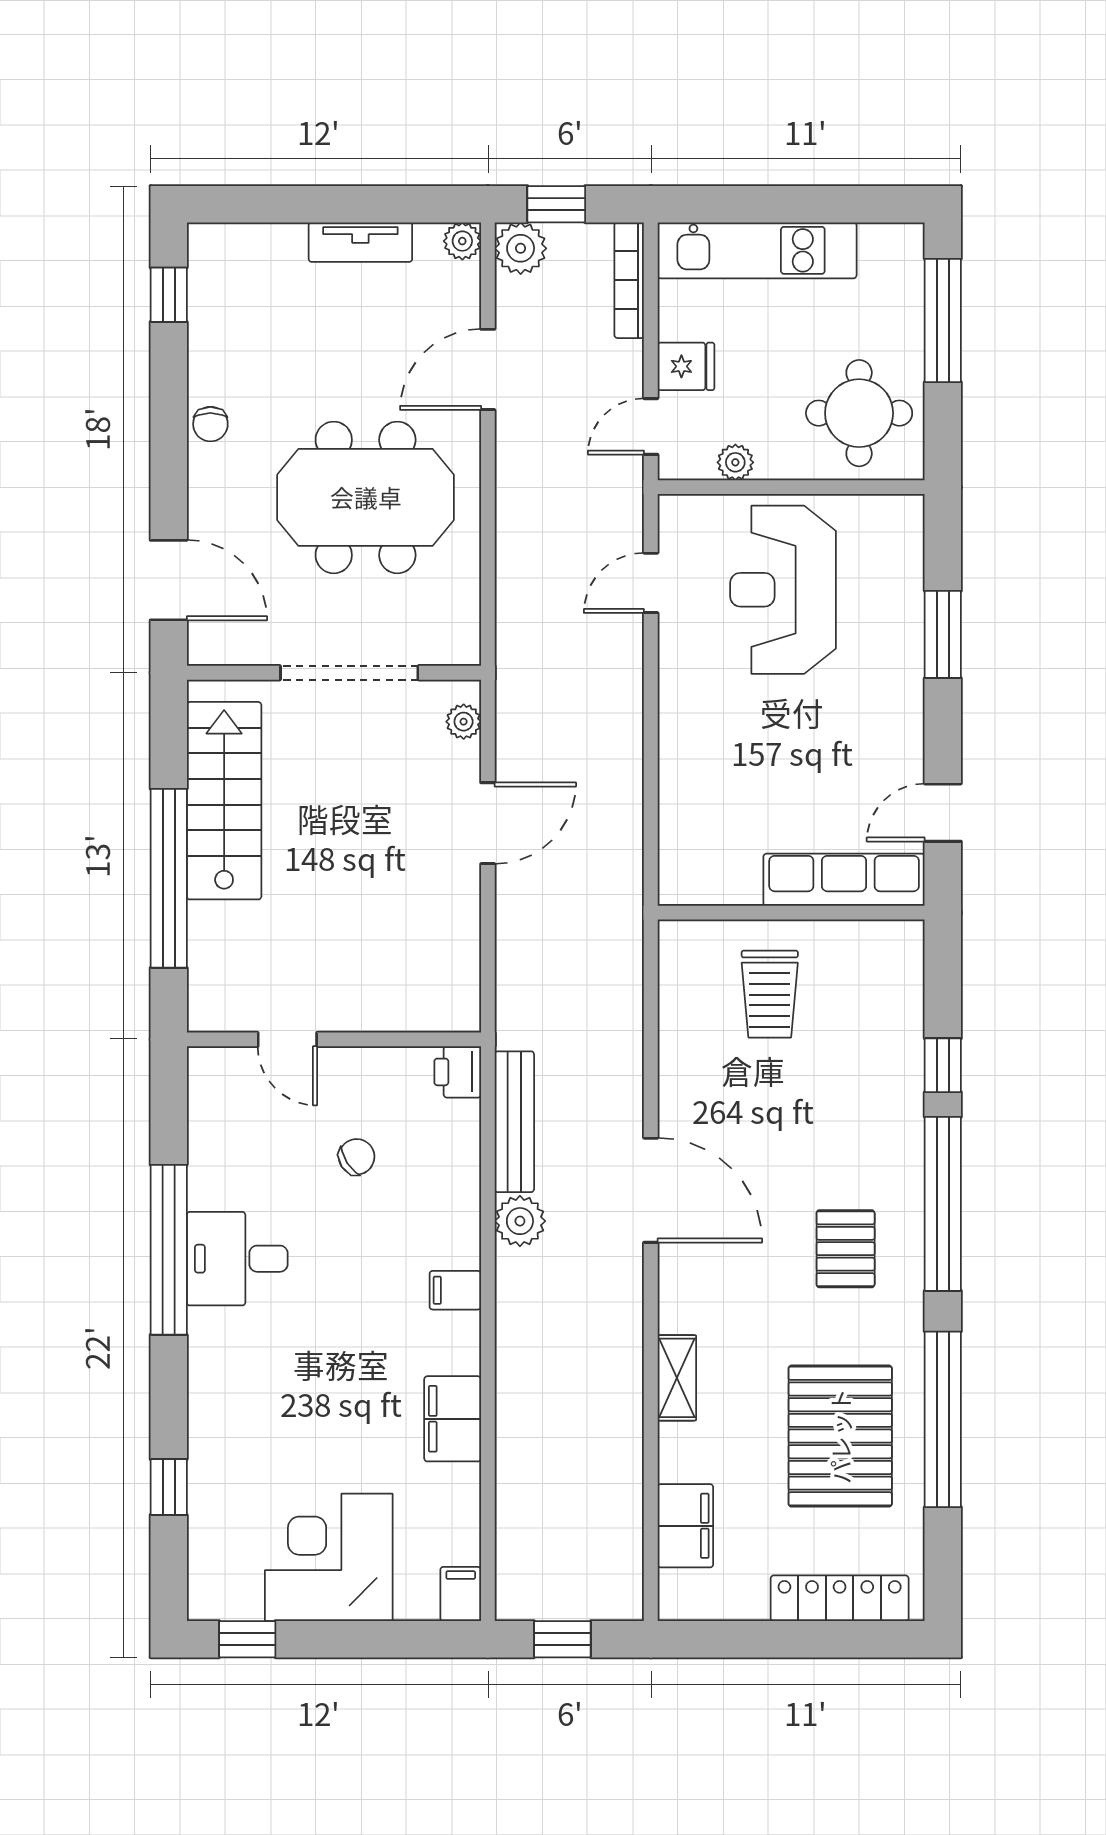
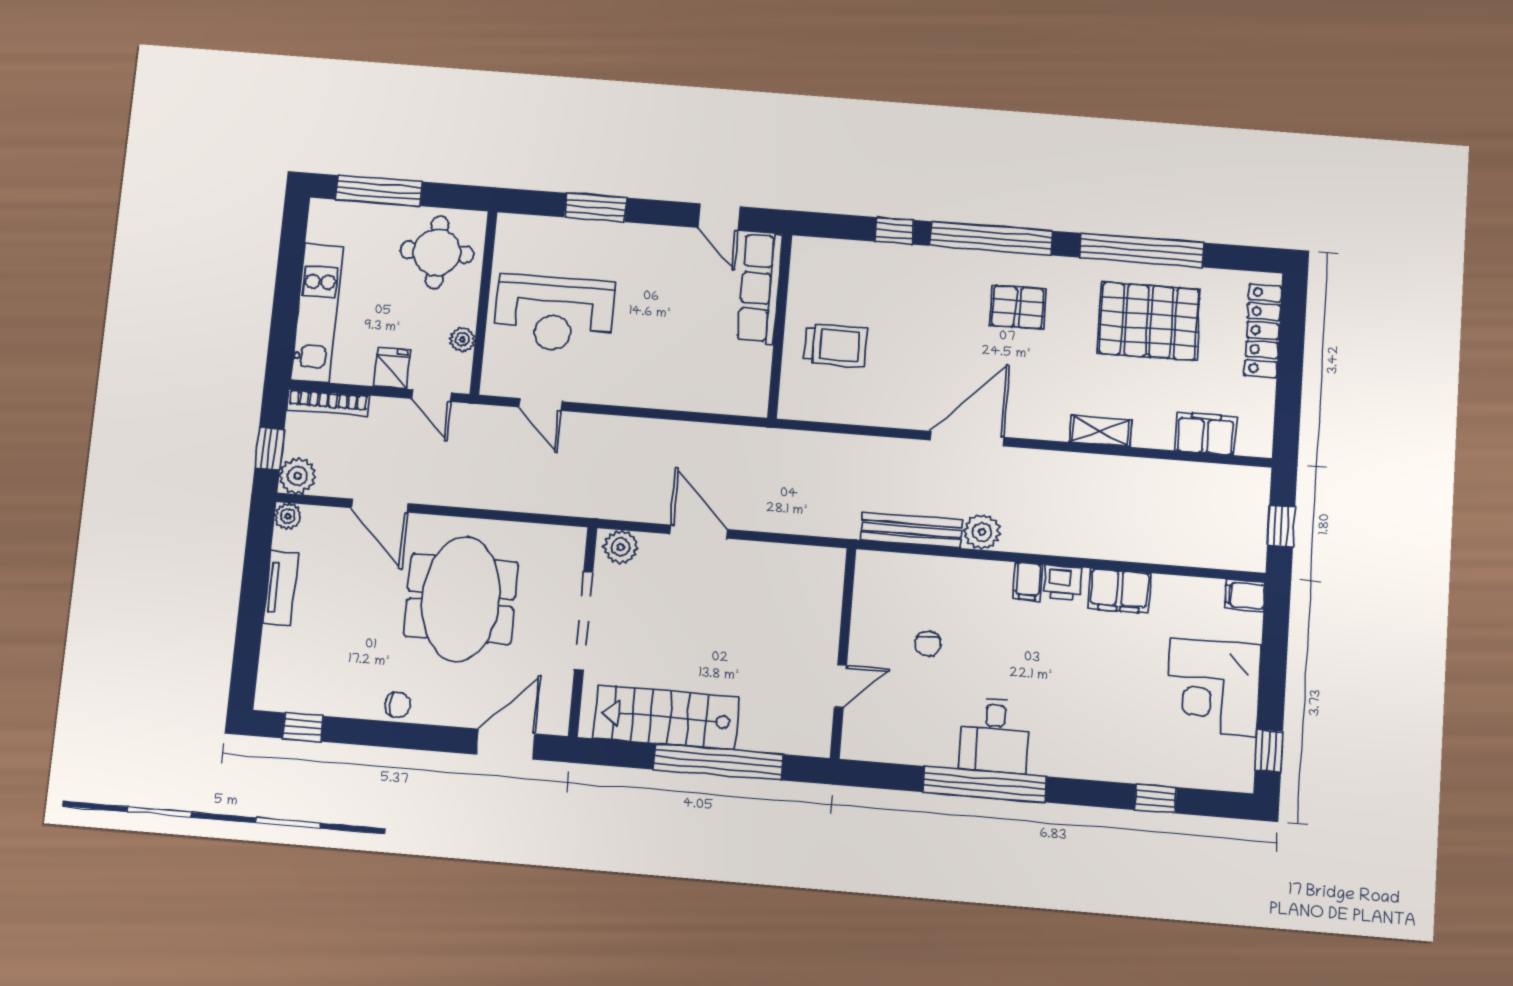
plant: (464, 722) -> (621, 547), width x1.38, depth x1.38
printer: (458, 1072) -> (1063, 583), moved
chair: (357, 1157) -> (928, 644), turned -147

